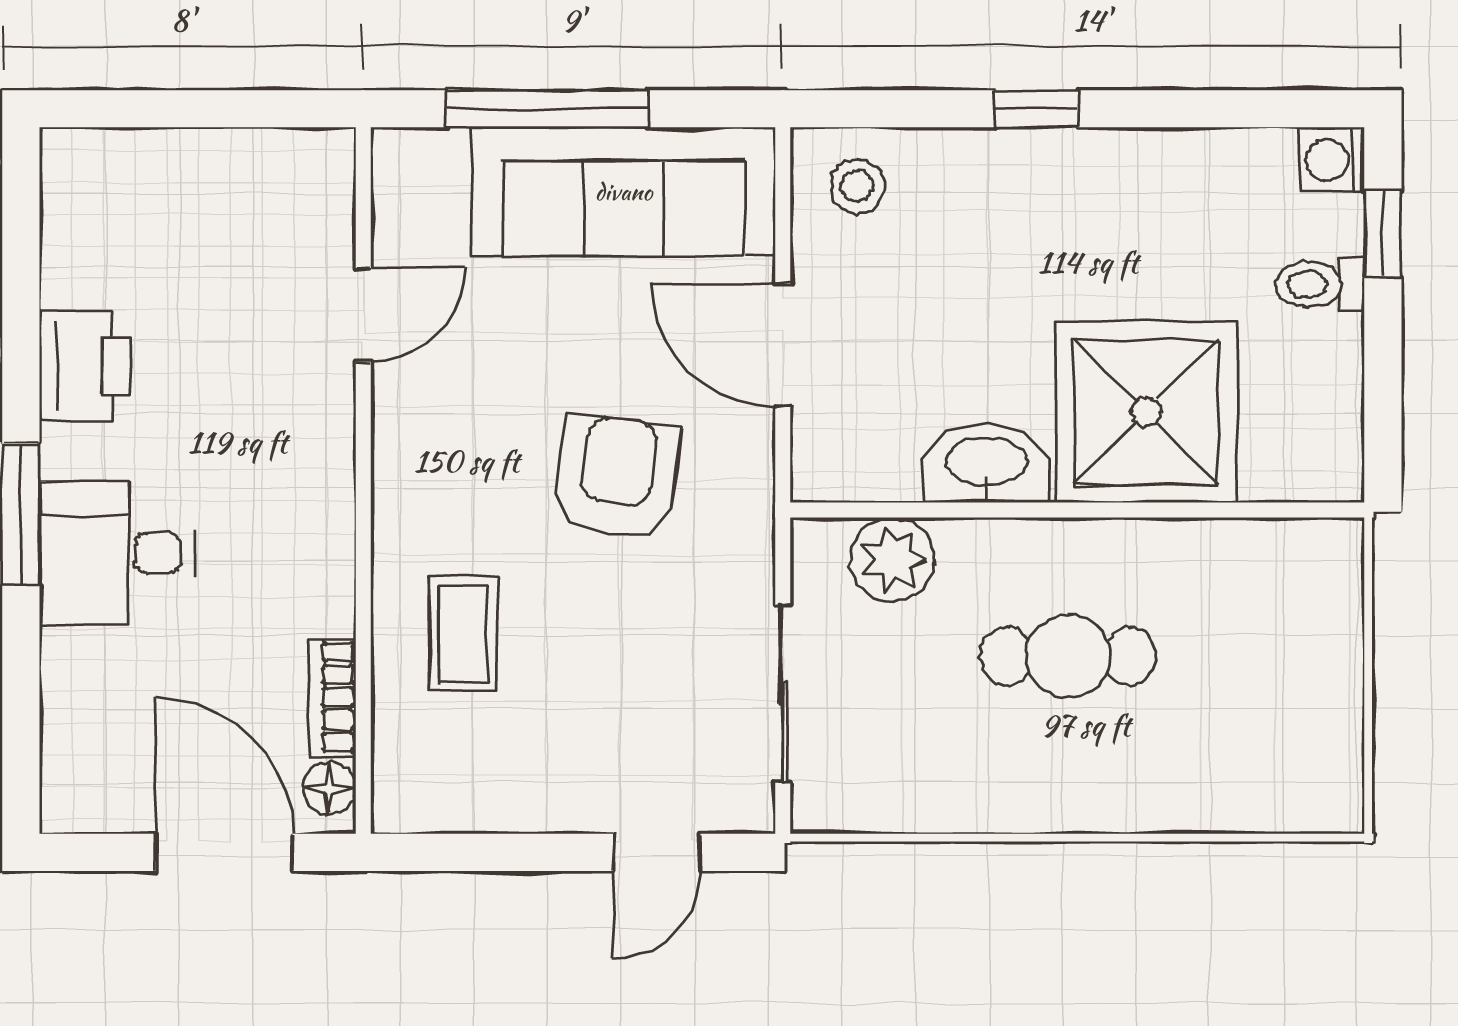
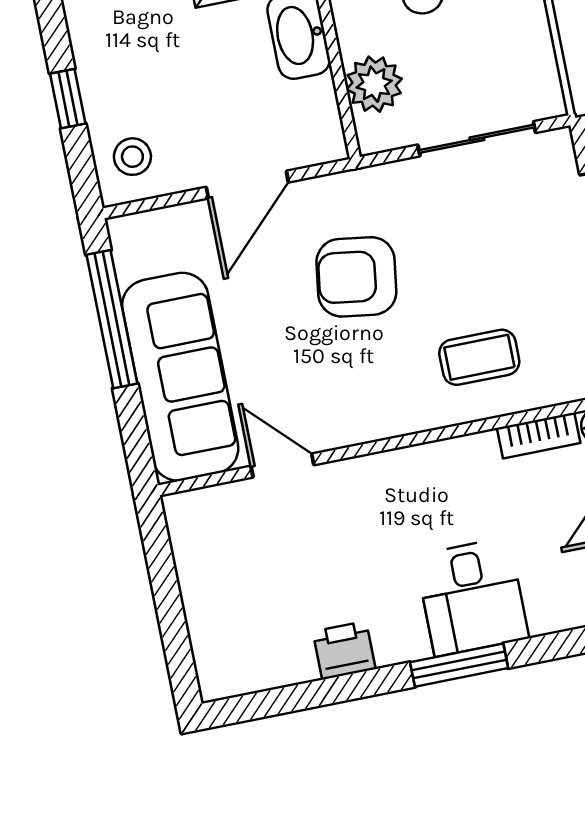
window: (547, 109) -> (112, 319), moved
window: (1036, 109) -> (68, 99), moved
sofa: (624, 192) -> (180, 377), moved
printer: (85, 366) -> (344, 650), width x0.73, depth x0.81

